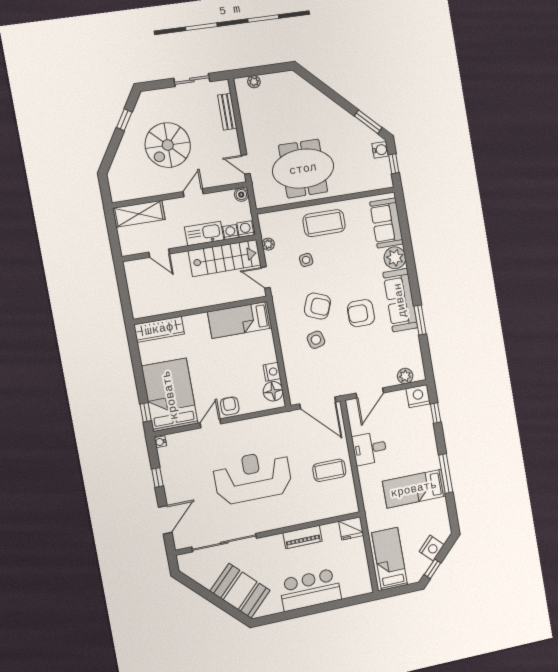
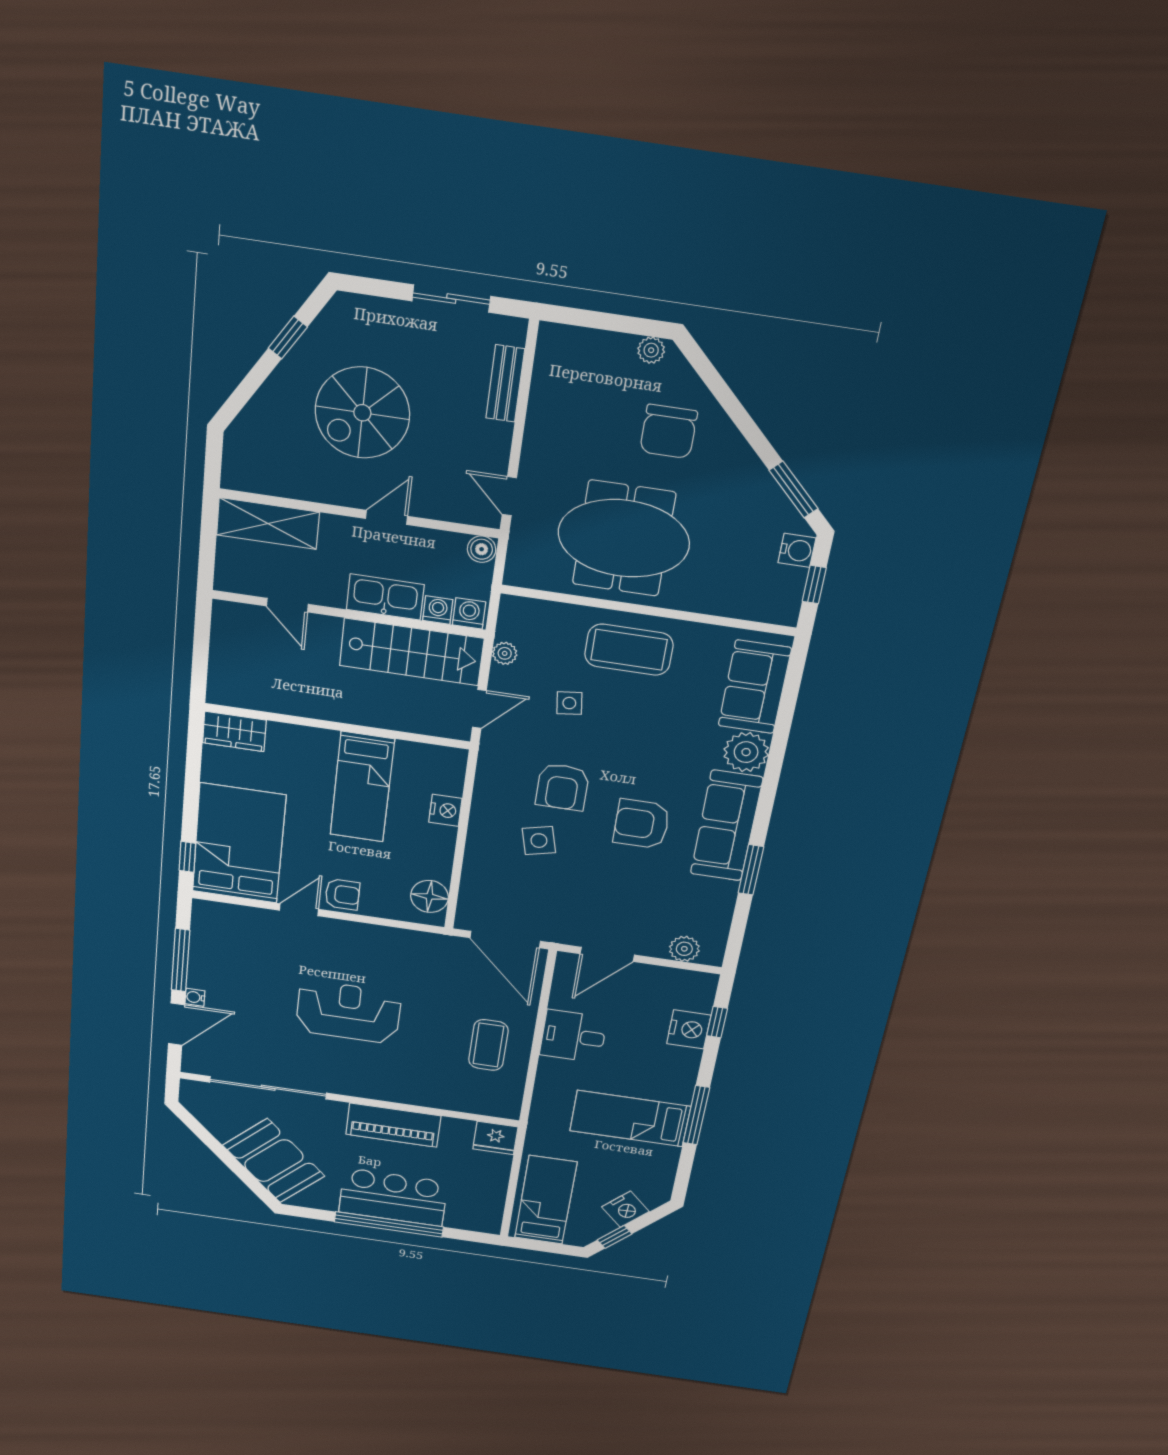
plant: (254, 82) -> (651, 350), moved
chair: (305, 112) -> (669, 431), added
door: (265, 277) -> (479, 709), swing flipped
armchair: (317, 306) -> (562, 787), turned 68
bed: (240, 320) -> (362, 787), moved, turned -90
wardrobe: (159, 329) -> (234, 731), width x0.67
nightstand: (272, 372) -> (445, 810), moved
nightstand: (418, 396) -> (689, 1029), moved, turned 90
armchair: (230, 406) -> (342, 894), turned 90
water cooler: (160, 442) -> (195, 997), moved
coffee table: (329, 470) -> (488, 1045), turned 90
reception desk: (253, 477) -> (348, 1012), width x0.74, depth x0.77
window: (157, 478) -> (181, 960), width x2.17
piano: (303, 537) -> (393, 1125), width x1.37, depth x1.33
window: (313, 610) -> (389, 1224), added

